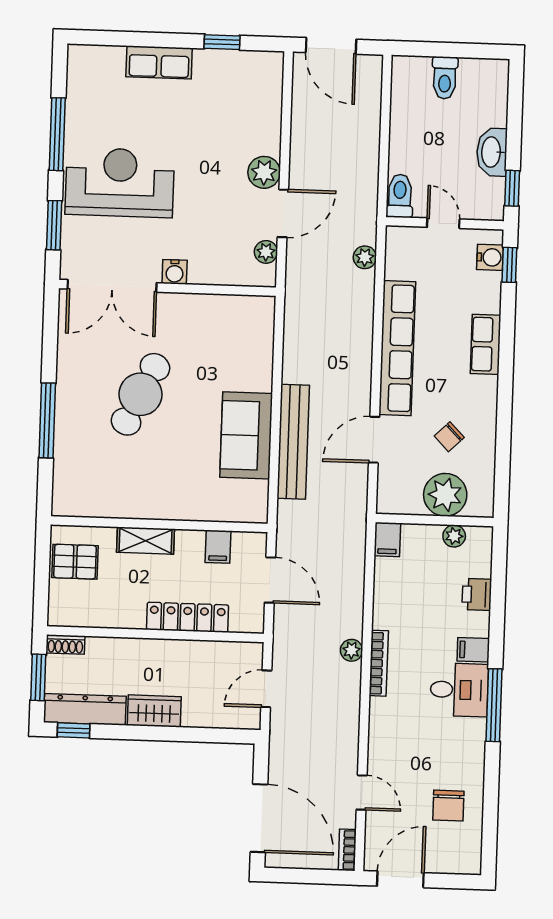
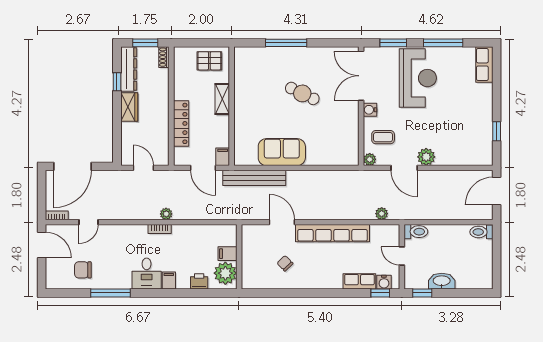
row of seats: (159, 62) -> (484, 64), moved
toilet: (445, 78) -> (481, 232), moved
door: (443, 223) -> (402, 256), swing flipped
coffee table: (225, 250) -> (383, 137), added
plant: (266, 252) -> (370, 159), moved
row of seats: (486, 344) -> (359, 281), moved
cafe table: (140, 394) -> (302, 93), width x0.73, depth x0.74
bench: (293, 442) -> (254, 178), moved
plant: (445, 495) -> (253, 262), removed
plant: (454, 536) -> (225, 273), width x1.87, depth x1.87
filing cabinet: (387, 539) -> (228, 254), moved
filing cabinet: (218, 547) -> (223, 157), moved, turned 90
pallet: (75, 562) -> (209, 61), turned 90
door: (270, 580) -> (203, 168), hinge flipped
bookcase: (379, 663) -> (160, 229), width x0.64
window: (494, 705) -> (111, 293), moved
window: (74, 730) -> (117, 82), moved

